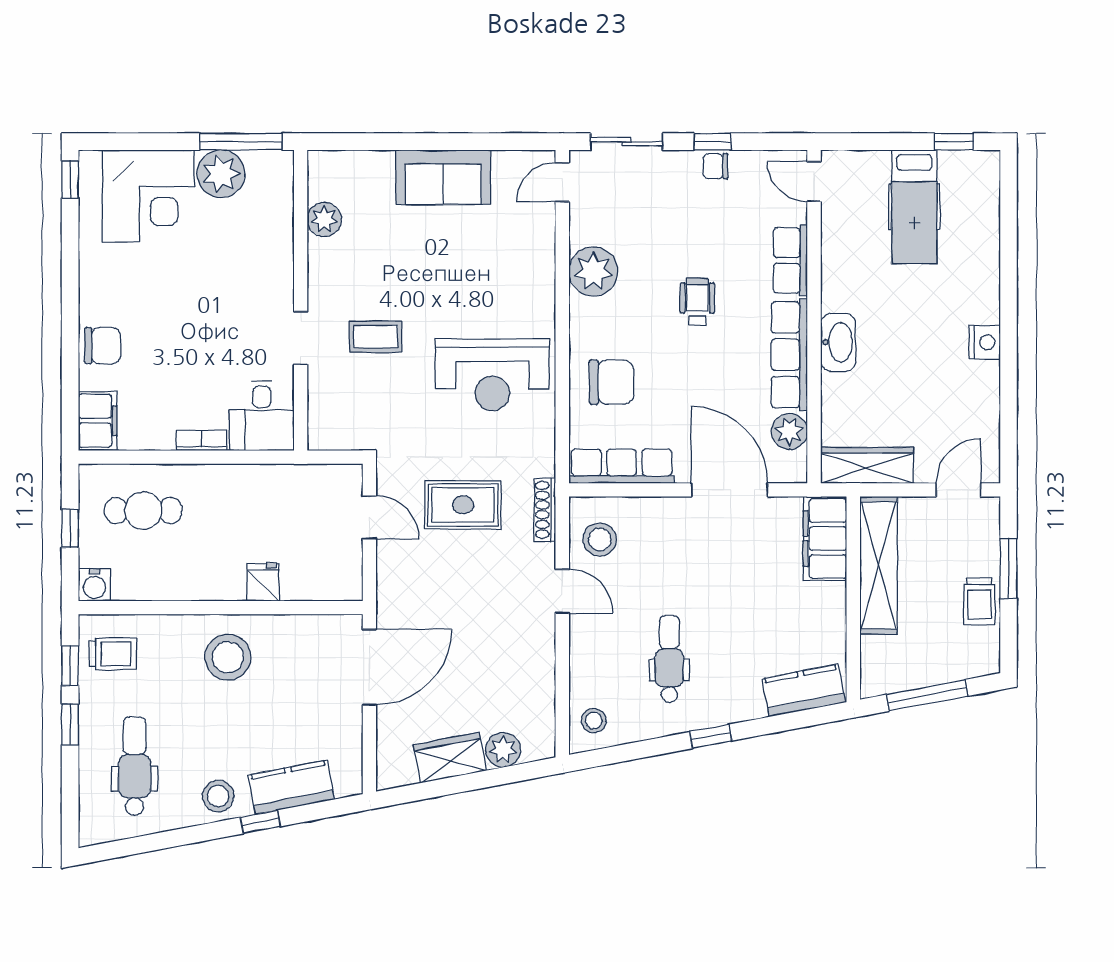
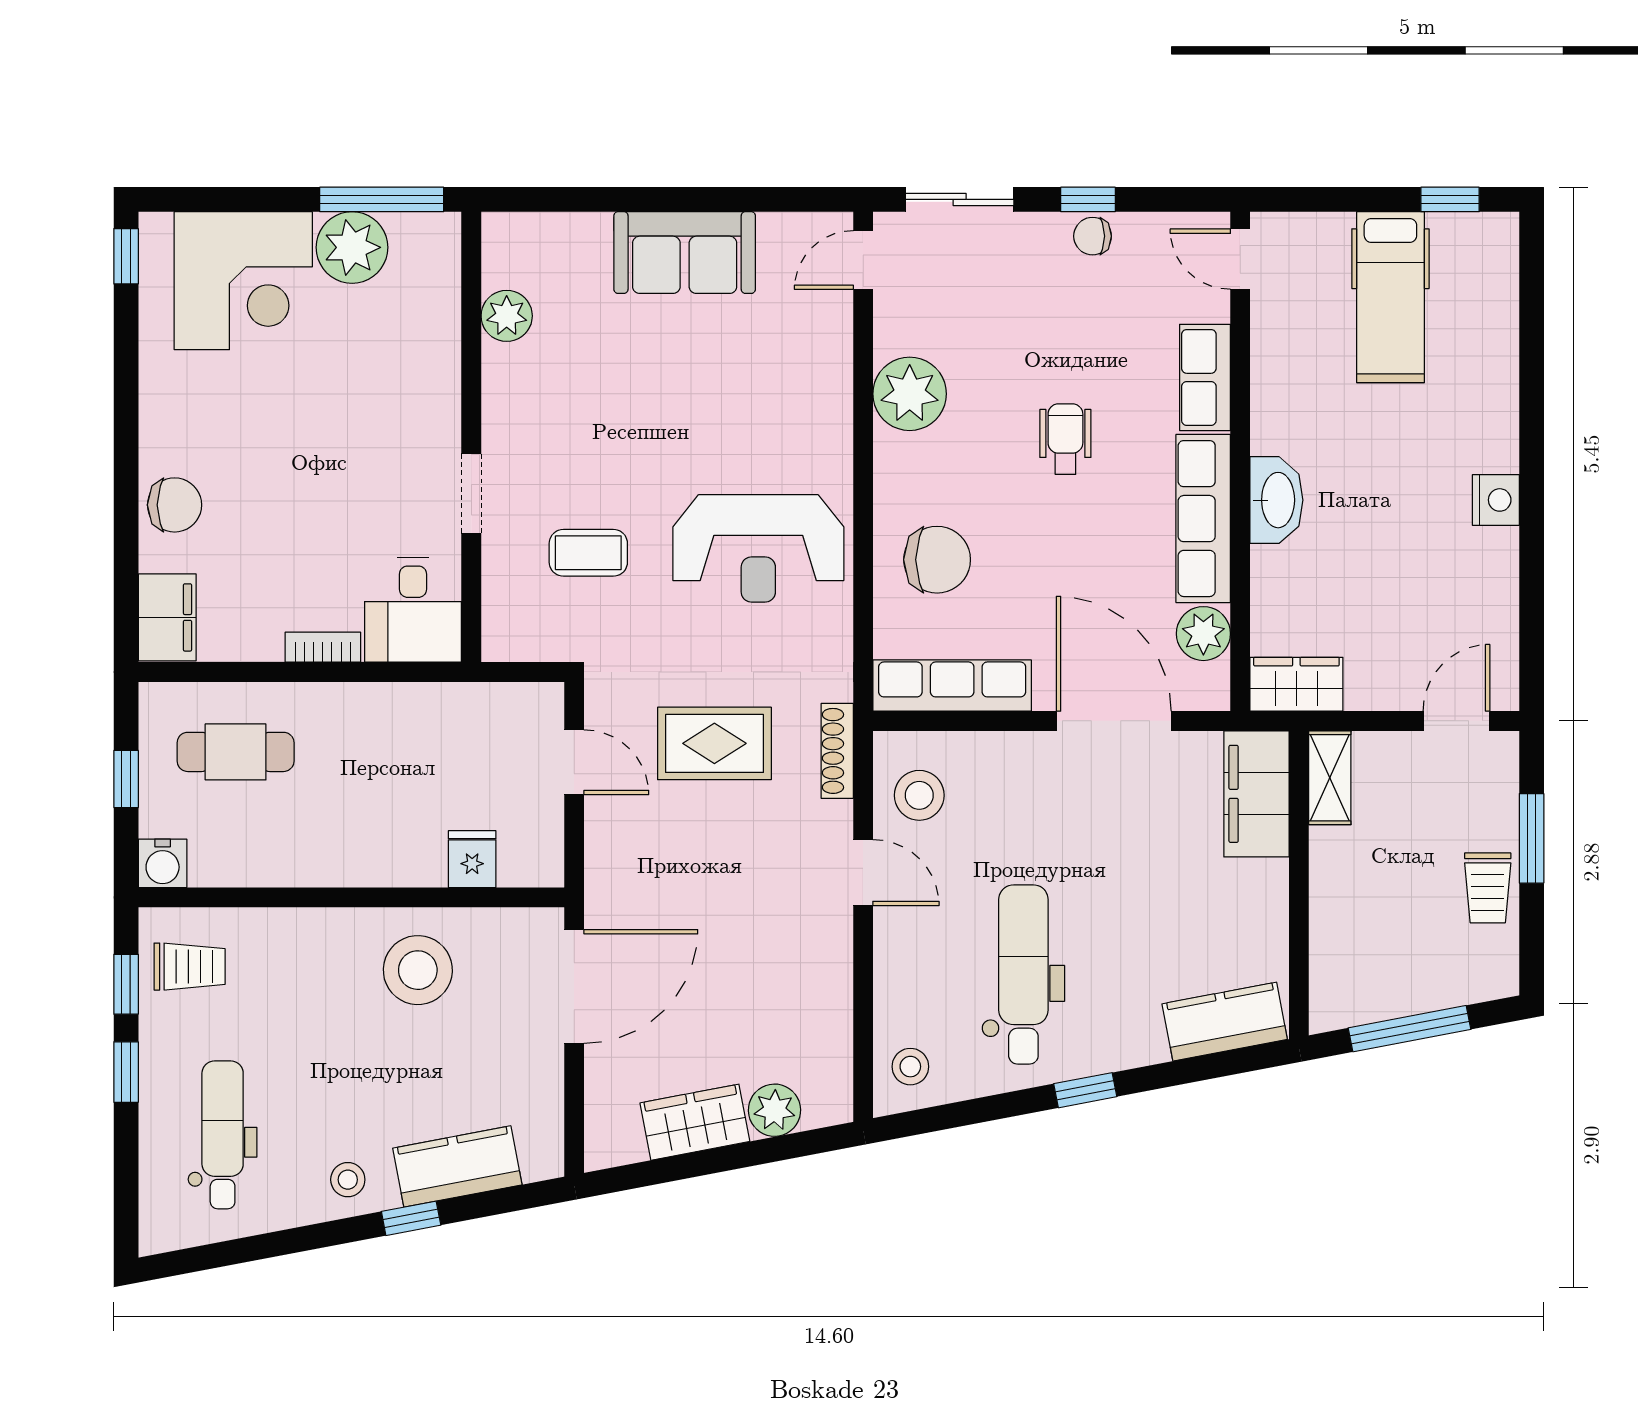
coffee table: (376, 337) -> (588, 553), moved
wardrobe: (867, 465) -> (1296, 684), width x0.67
shelving: (879, 565) -> (1330, 778), width x0.45, depth x0.75
fridge: (263, 582) -> (472, 859), moved
stool: (228, 657) -> (418, 970), moved
dental chair: (669, 659) -> (1023, 974), width x1.36, depth x1.38
stool: (218, 796) -> (348, 1180), width x0.73, depth x0.73

